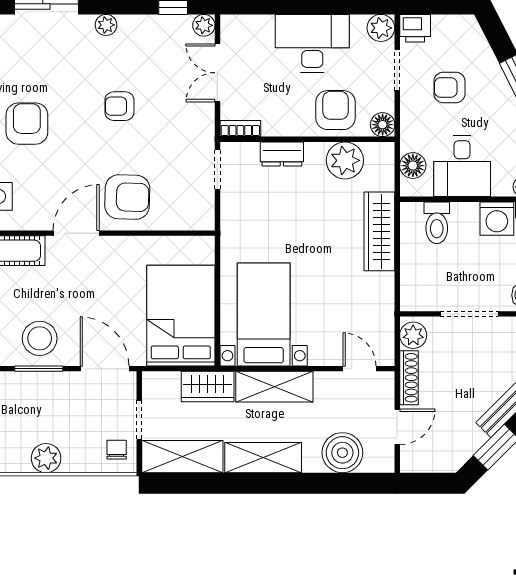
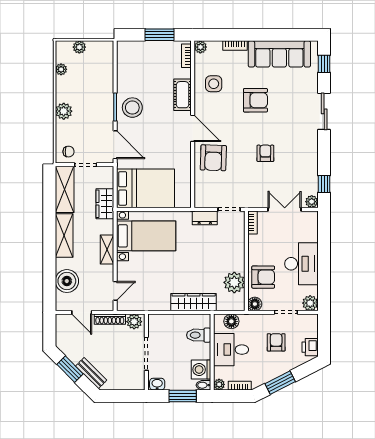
plant: (106, 25) -> (312, 146), removed
printer: (415, 28) -> (310, 347), moved
dresser: (282, 154) -> (205, 218), moved, turned -90
door: (105, 369) -> (115, 145), hinge flipped
shelving: (274, 387) -> (107, 249), width x0.67, depth x0.75

